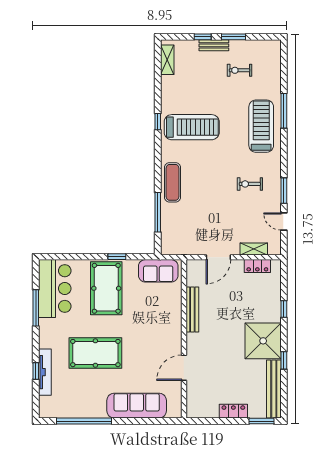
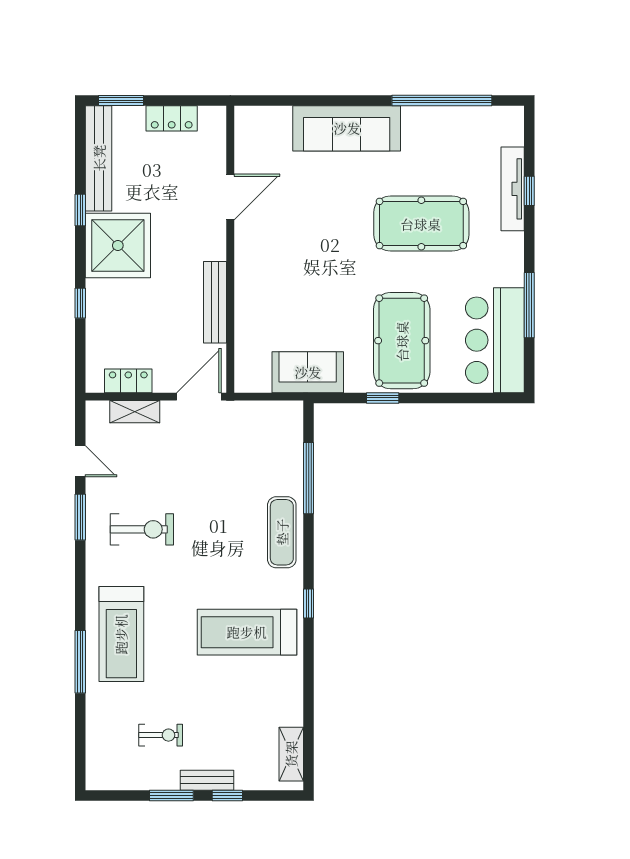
window: (158, 122) -> (309, 603), moved
exercise bike: (250, 184) -> (142, 529), width x1.38, depth x1.39
bench: (192, 310) -> (215, 302), moved
wall: (184, 339) -> (230, 249), moved
door: (184, 368) -> (230, 197), moved

